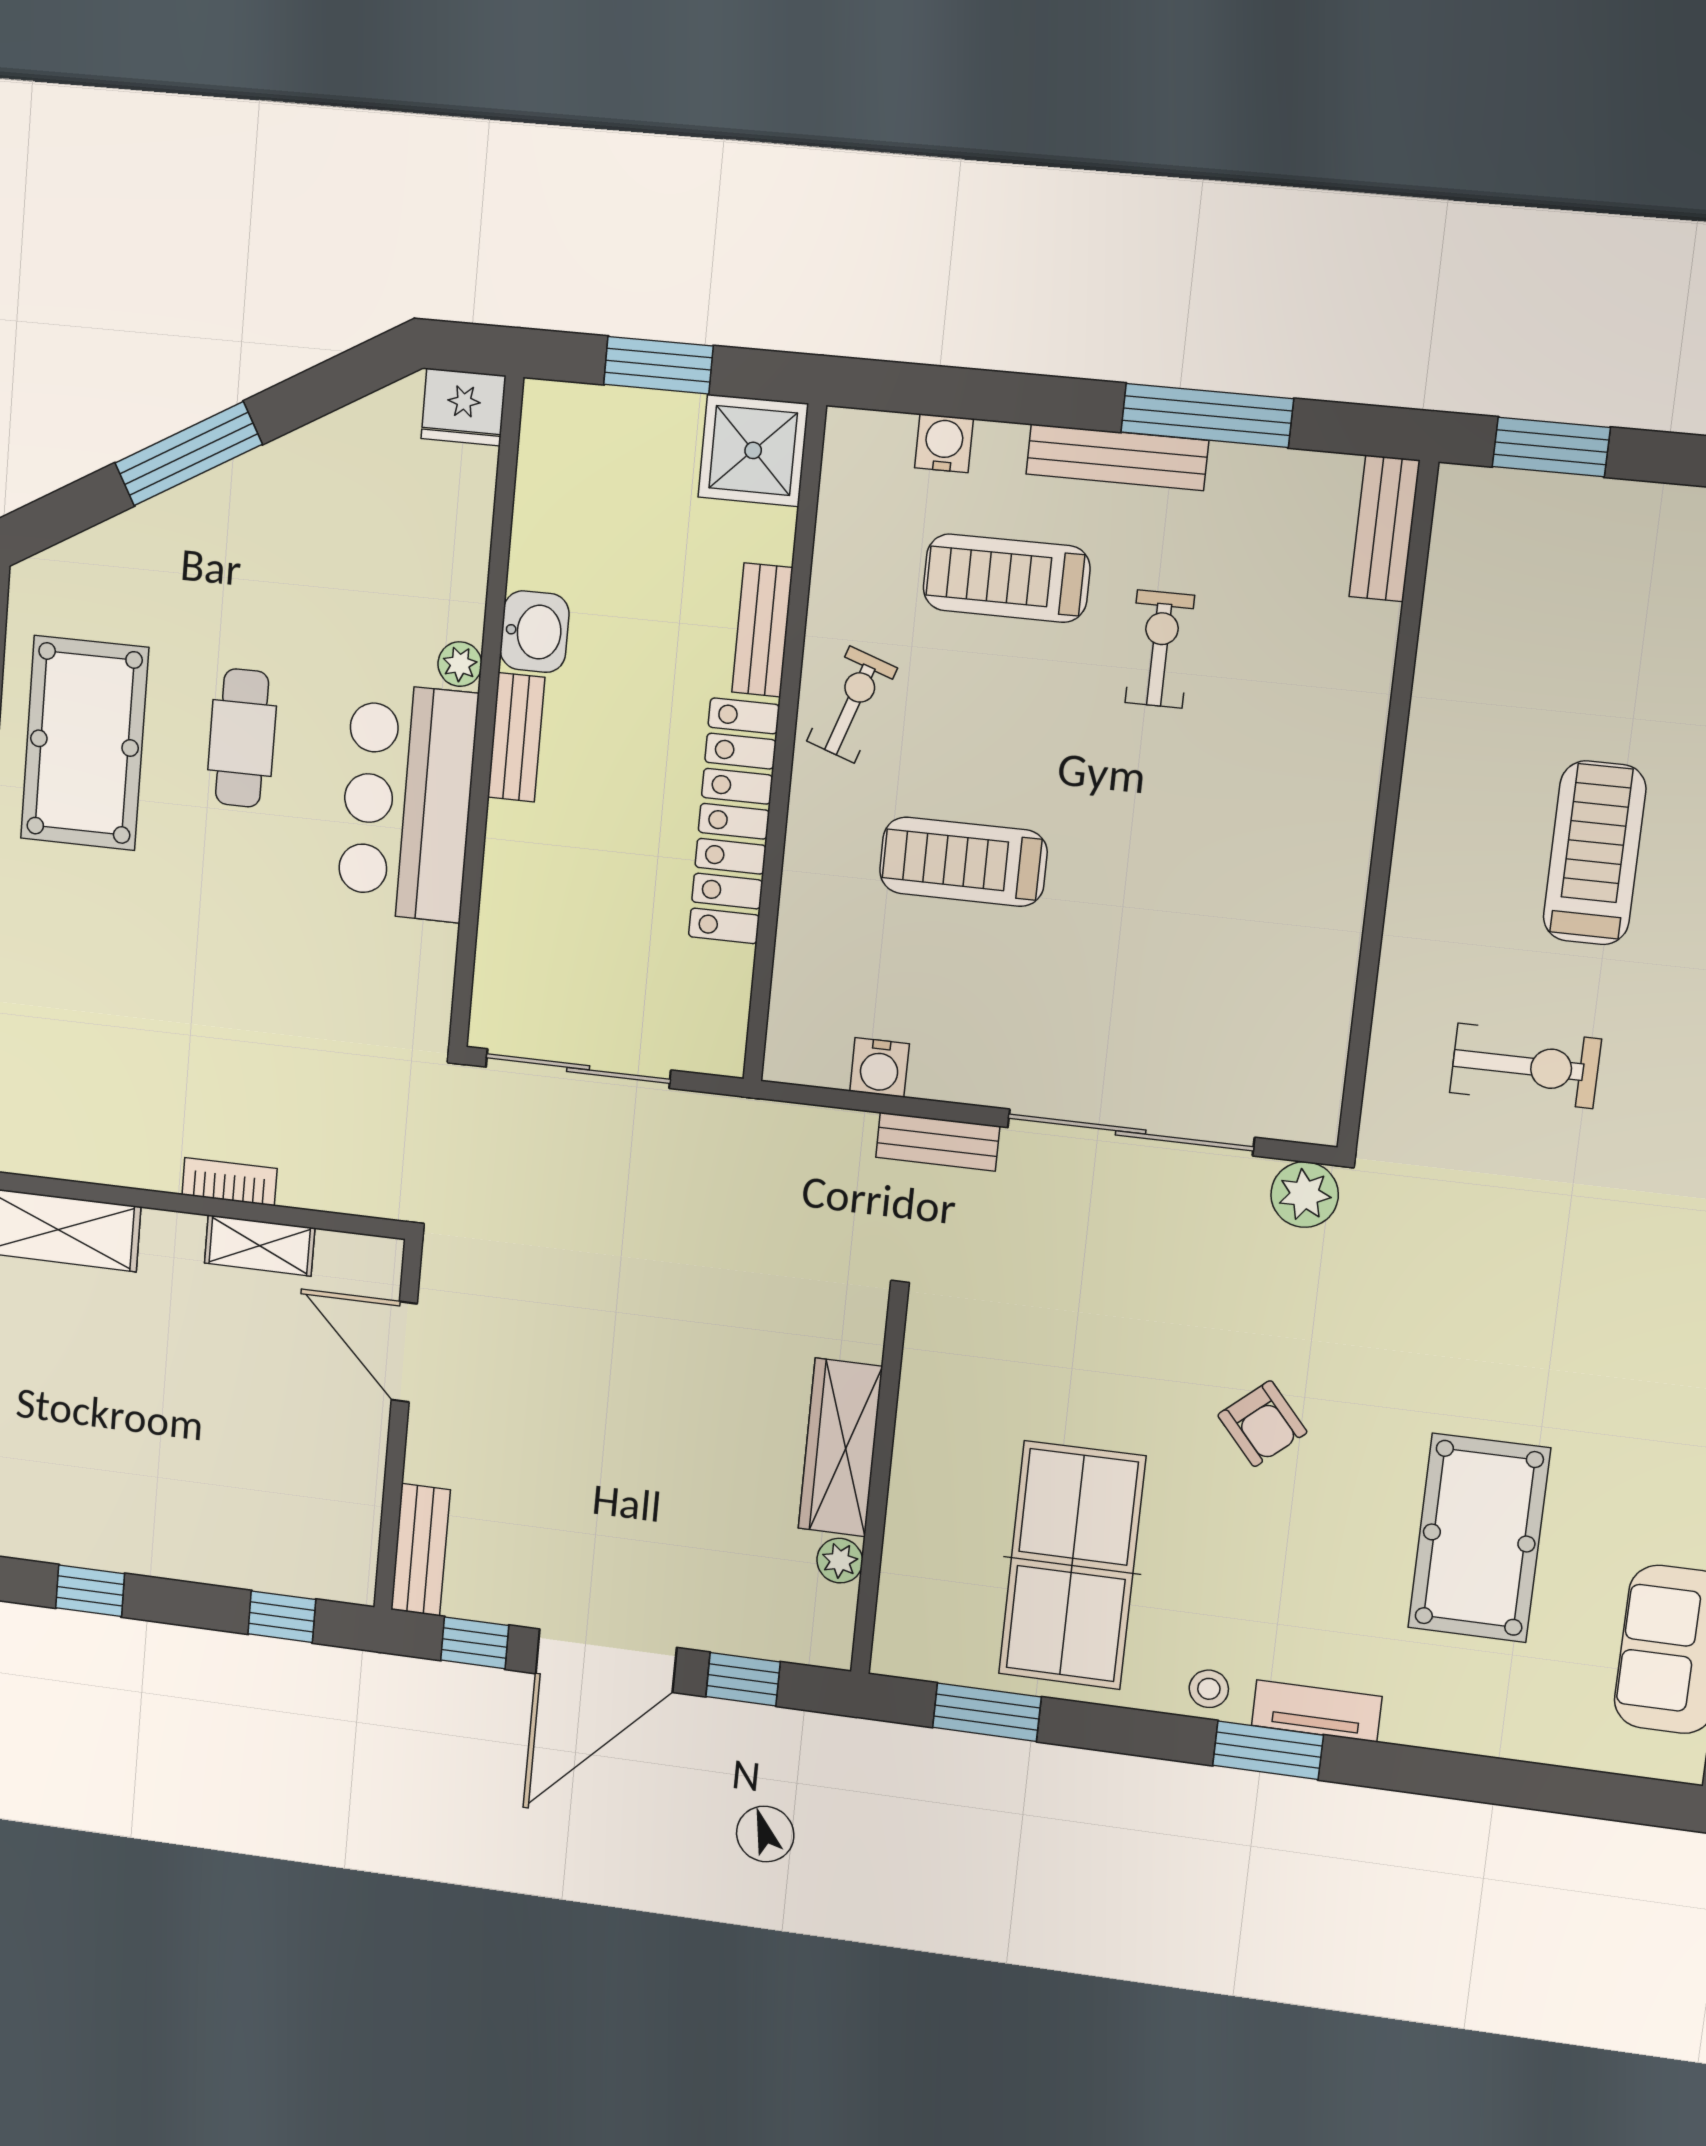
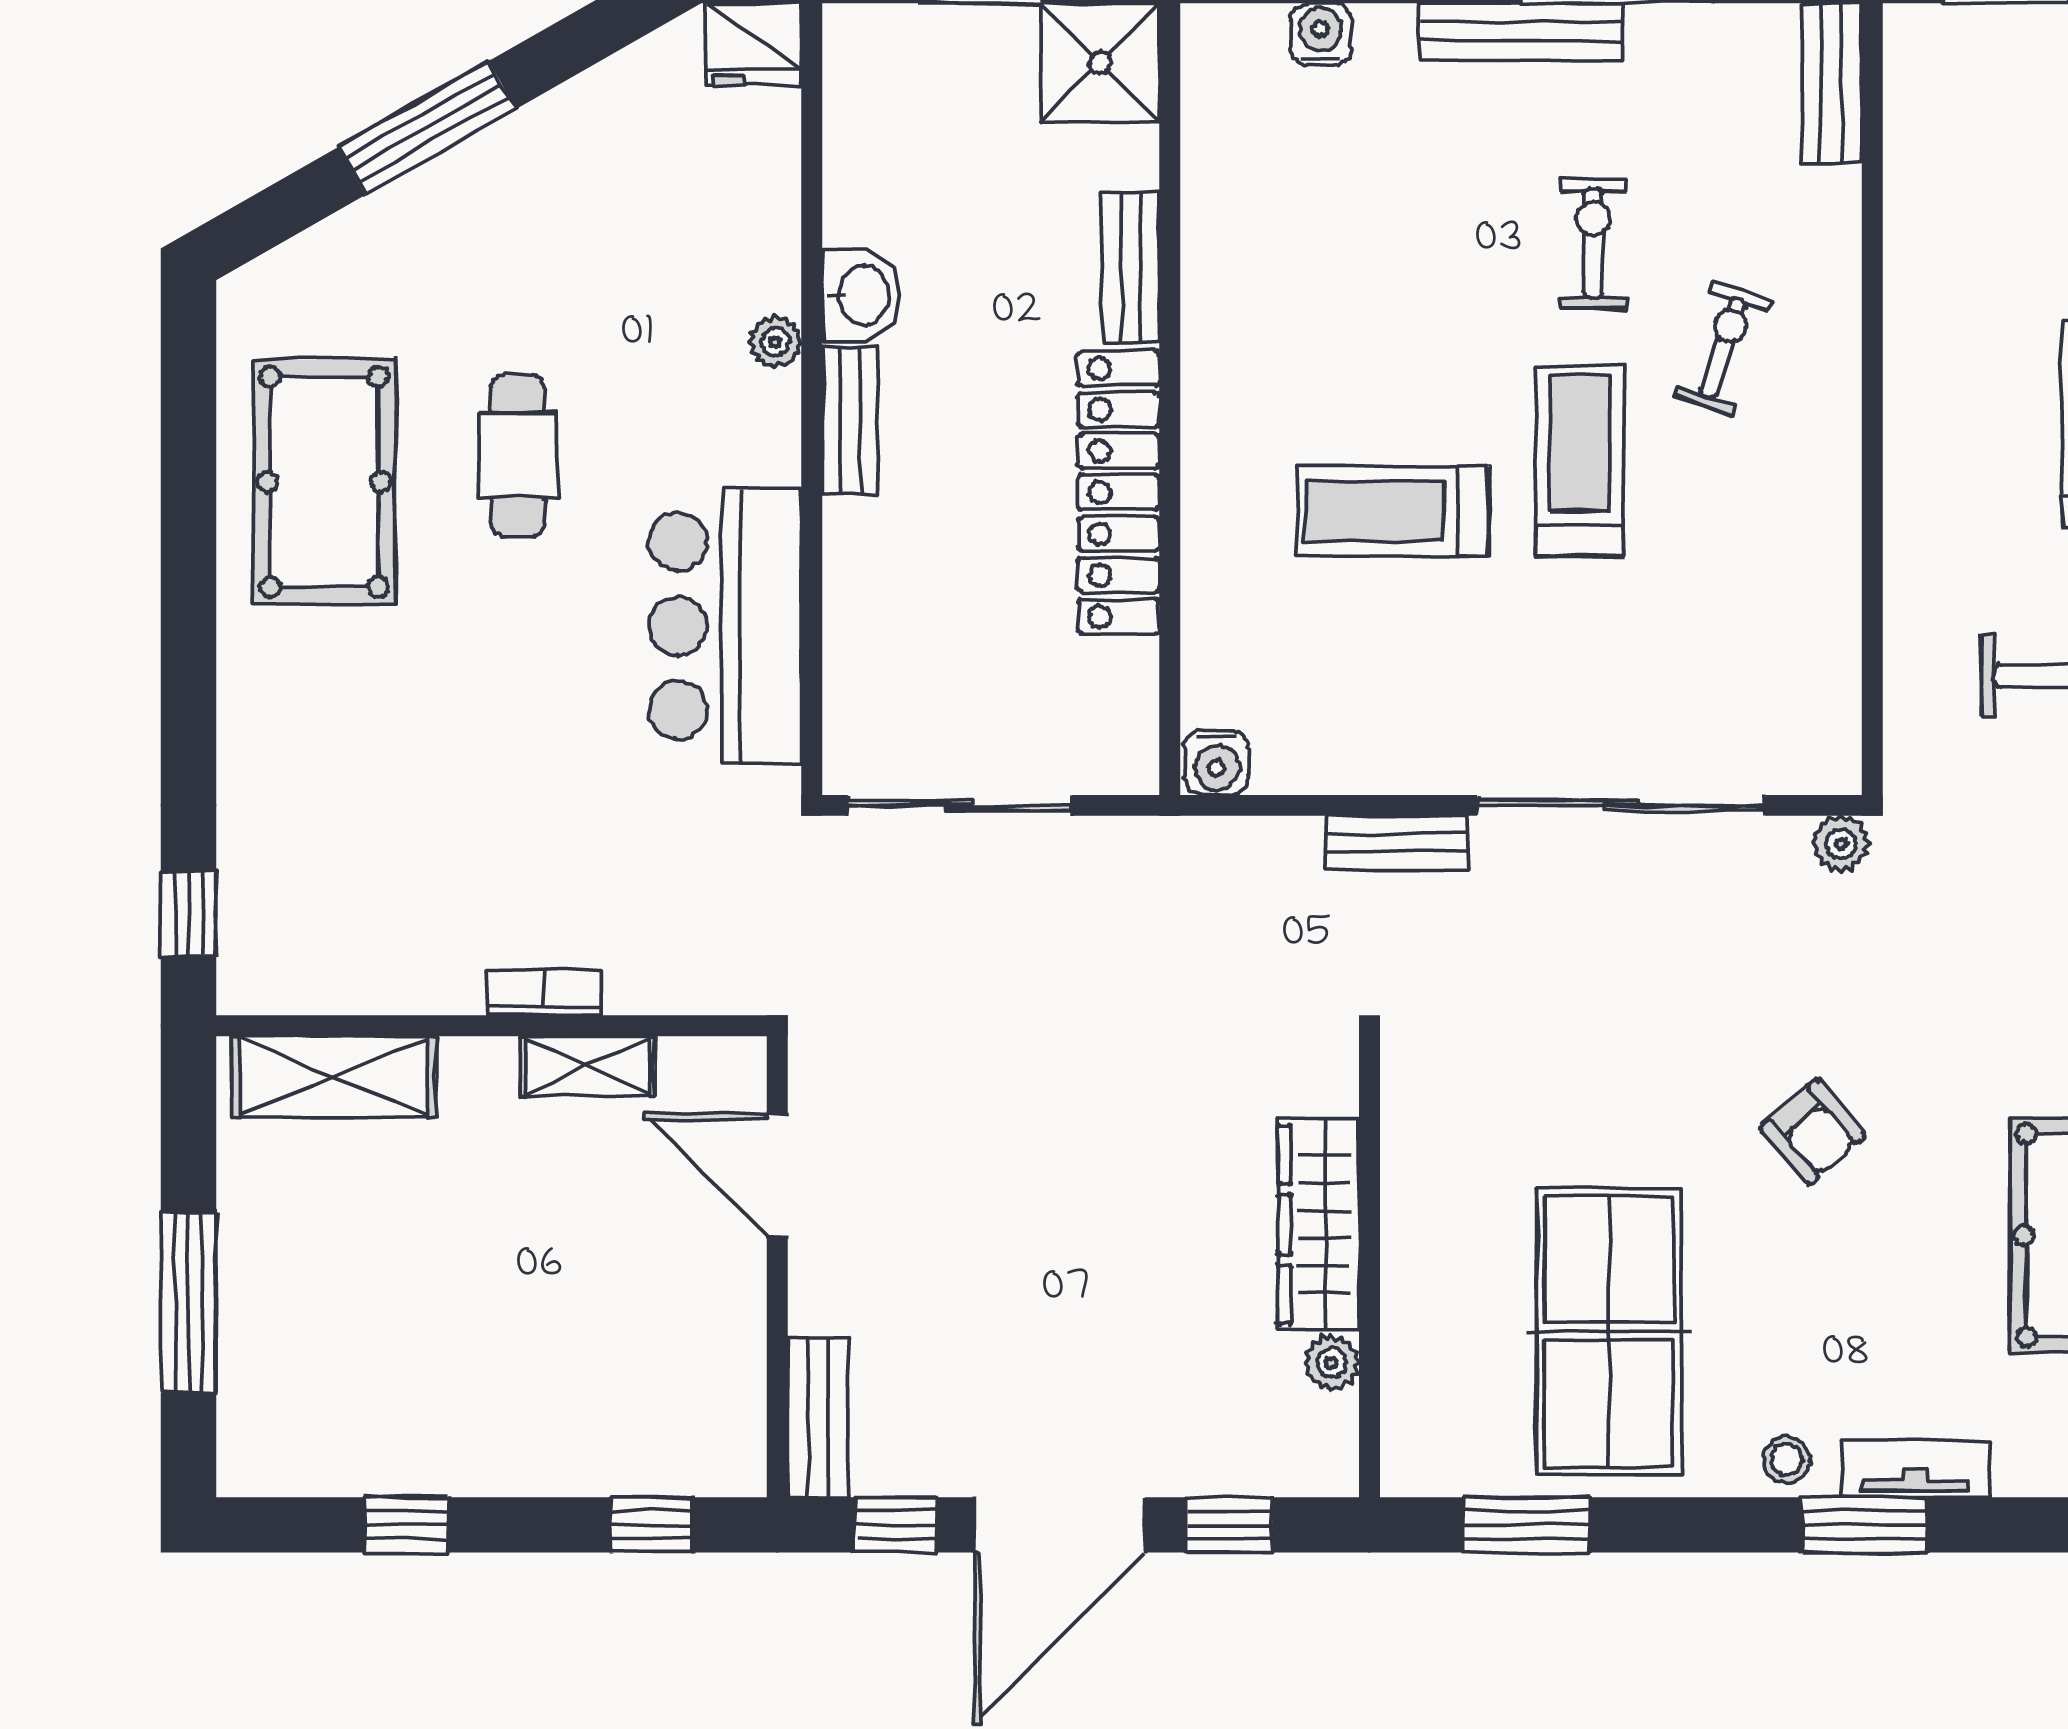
treadmill: (1007, 578) -> (1580, 461), moved, turned 90
exercise bike: (852, 705) -> (1723, 348), moved
bar counter: (407, 802) -> (725, 626), moved
water cooler: (879, 1067) -> (1217, 763), moved
plant: (1305, 1195) -> (1841, 844), width x0.73, depth x0.73

